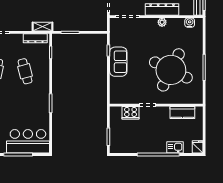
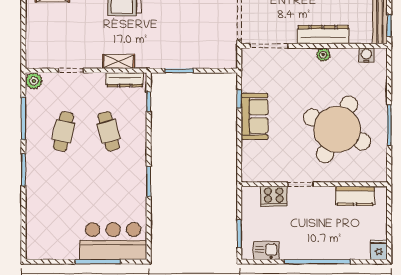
shelving: (43, 27) -> (119, 61), moved
kitchen sink: (175, 147) -> (266, 251), moved

